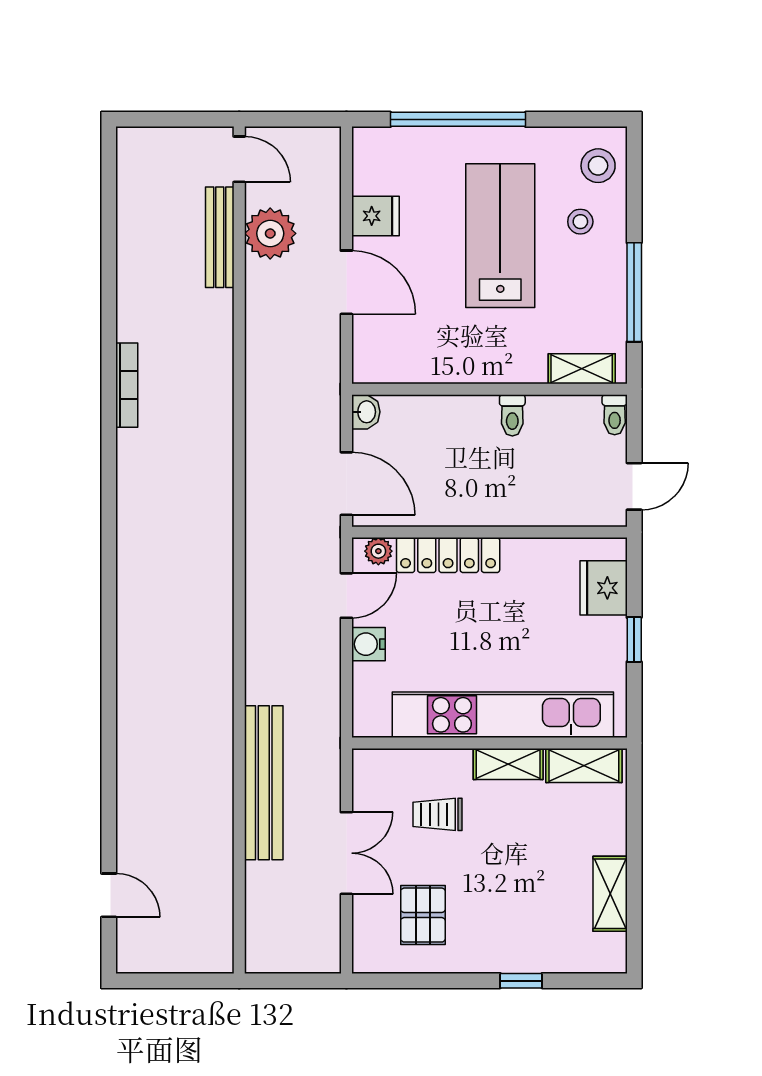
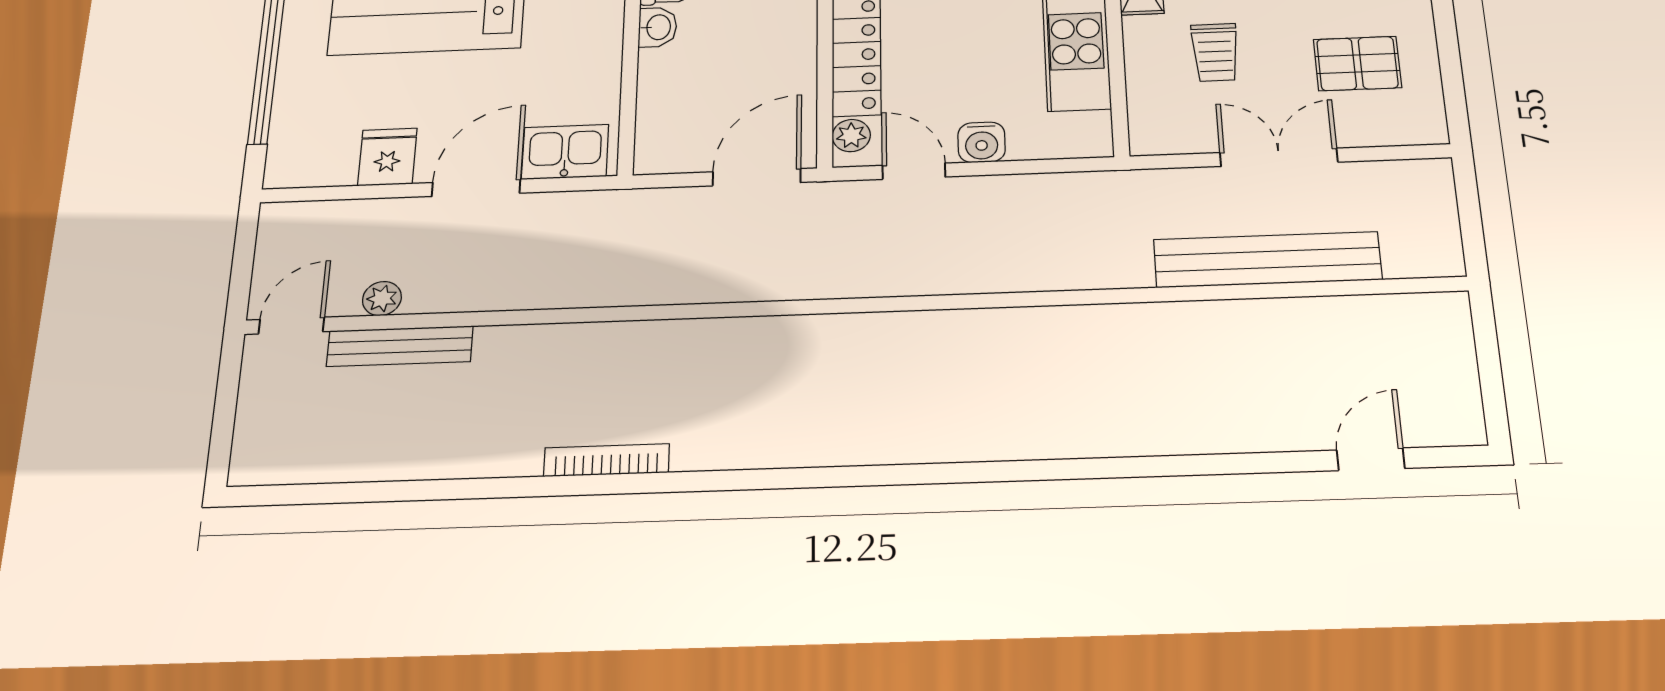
plant: (270, 233) -> (382, 299), width x0.53, depth x0.53
kitchen sink: (374, 345) -> (565, 152), added
washbasin: (366, 412) -> (658, 27), moved, turned 90
bench: (264, 783) -> (1267, 260), moved

